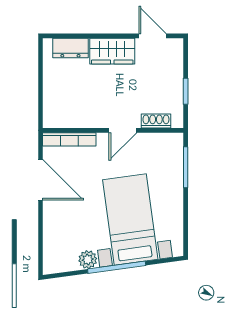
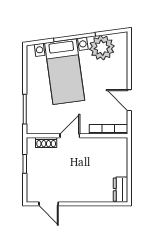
dresser: (70, 48) -> (121, 190), moved, turned -90
wardrobe: (112, 51) -> (78, 193), removed
door: (41, 180) -> (129, 100), width x0.73
plant: (88, 260) -> (102, 48), width x1.88, depth x1.88

